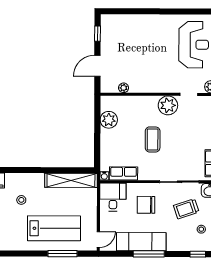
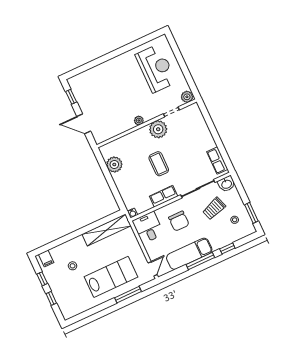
door: (97, 66) -> (84, 124), hinge flipped
plant: (124, 88) -> (139, 120), moved
row of seats: (124, 173) -> (164, 196), moved
chair: (146, 205) -> (179, 221), turned -90
window: (198, 254) -> (227, 248), moved

